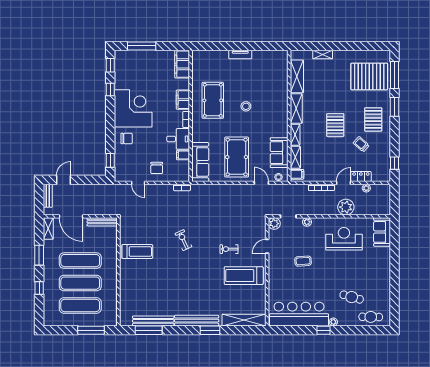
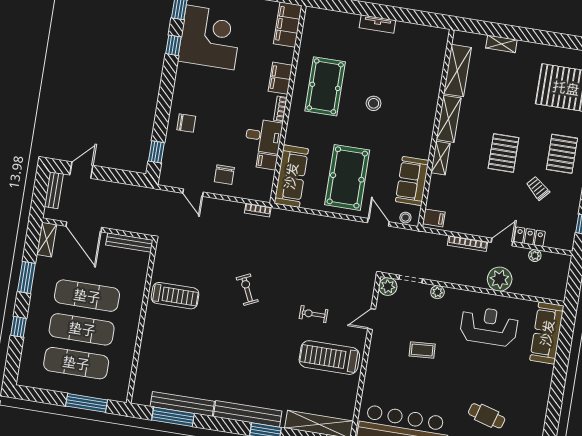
corner desk: (133, 108) -> (210, 37), moved
shelving: (295, 157) -> (435, 192), removed
sofa: (382, 232) -> (547, 333), width x1.36

